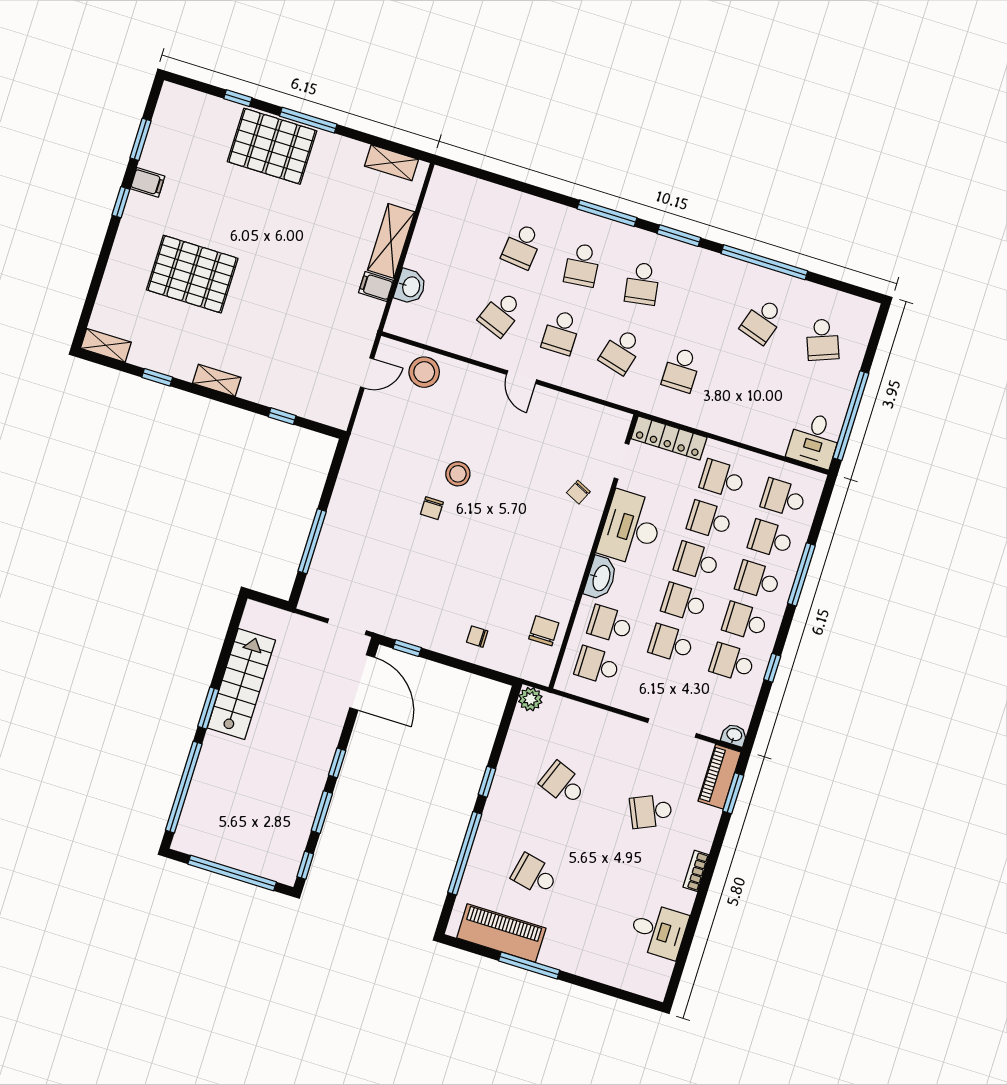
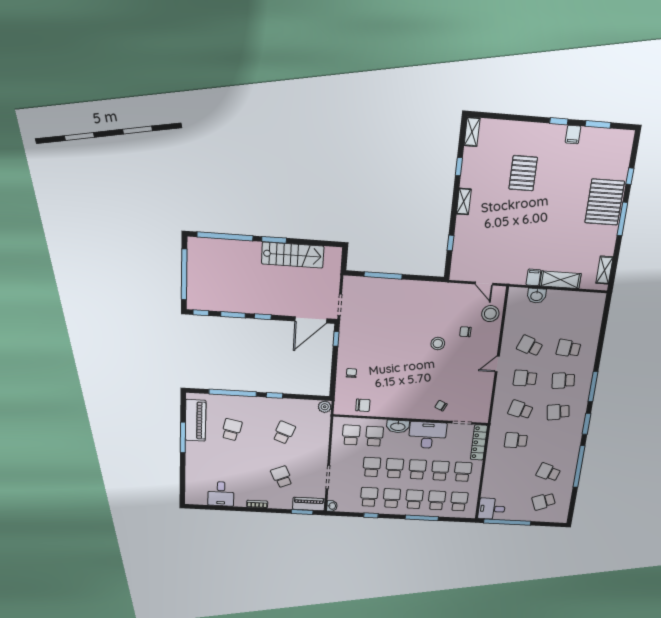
pallet: (192, 274) -> (523, 173), width x0.73, depth x0.71
chair: (432, 508) -> (465, 332), moved

